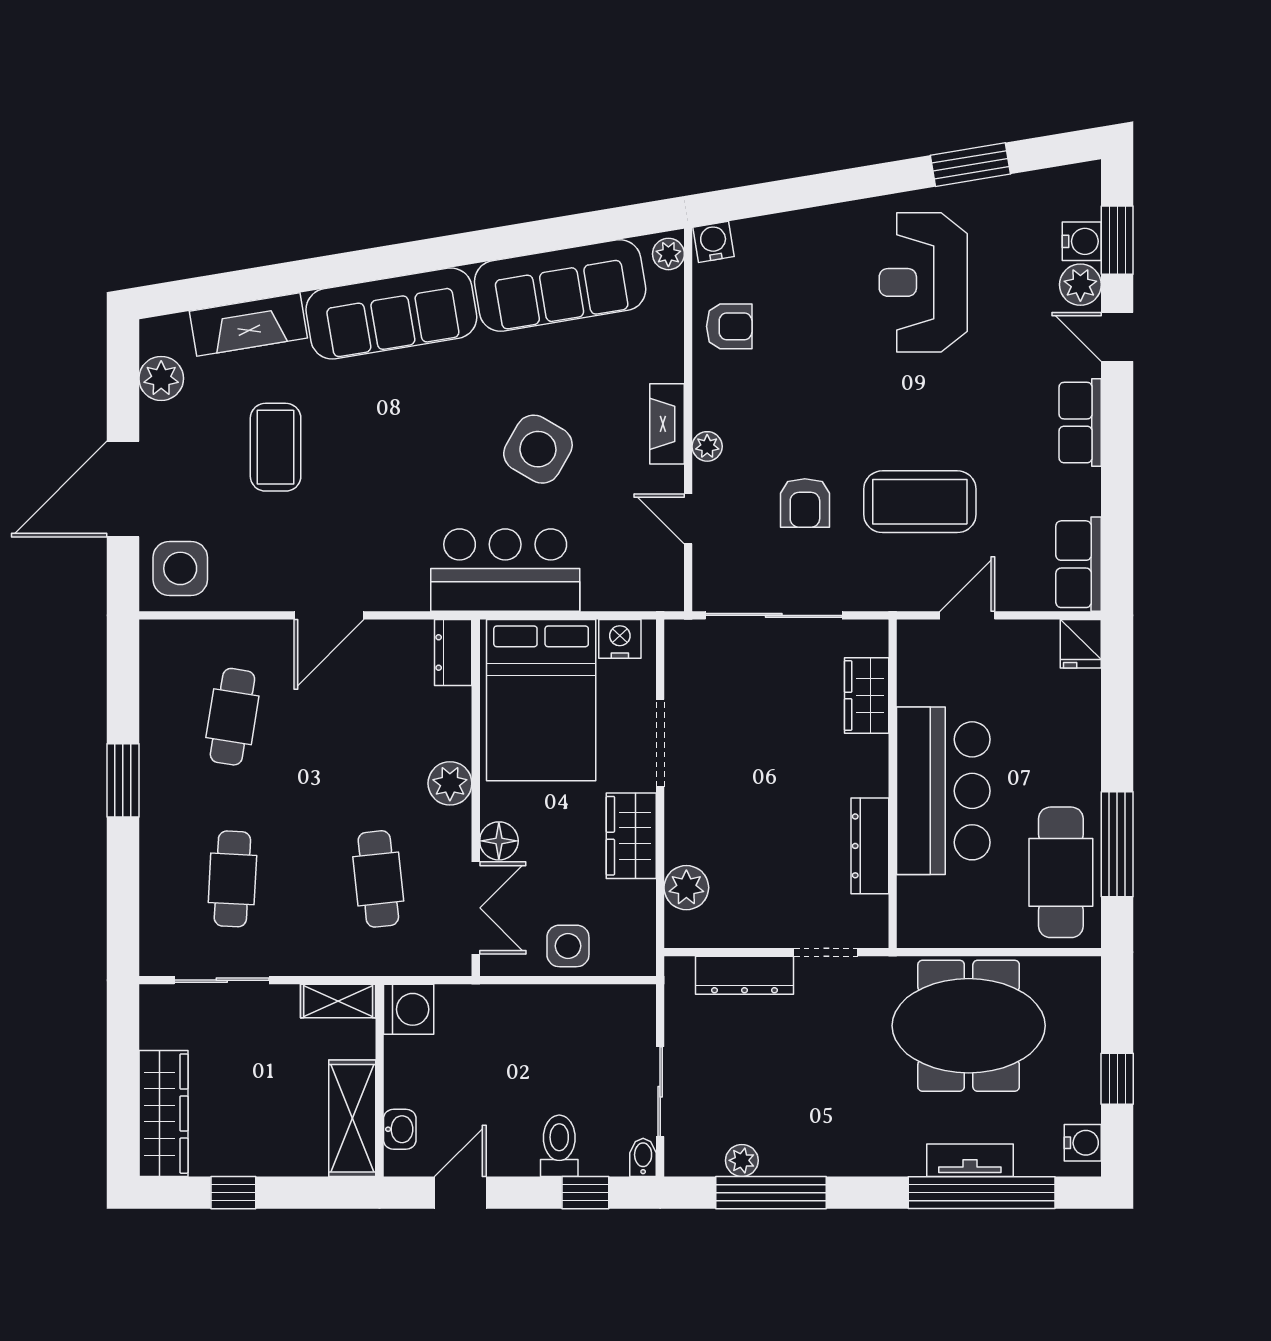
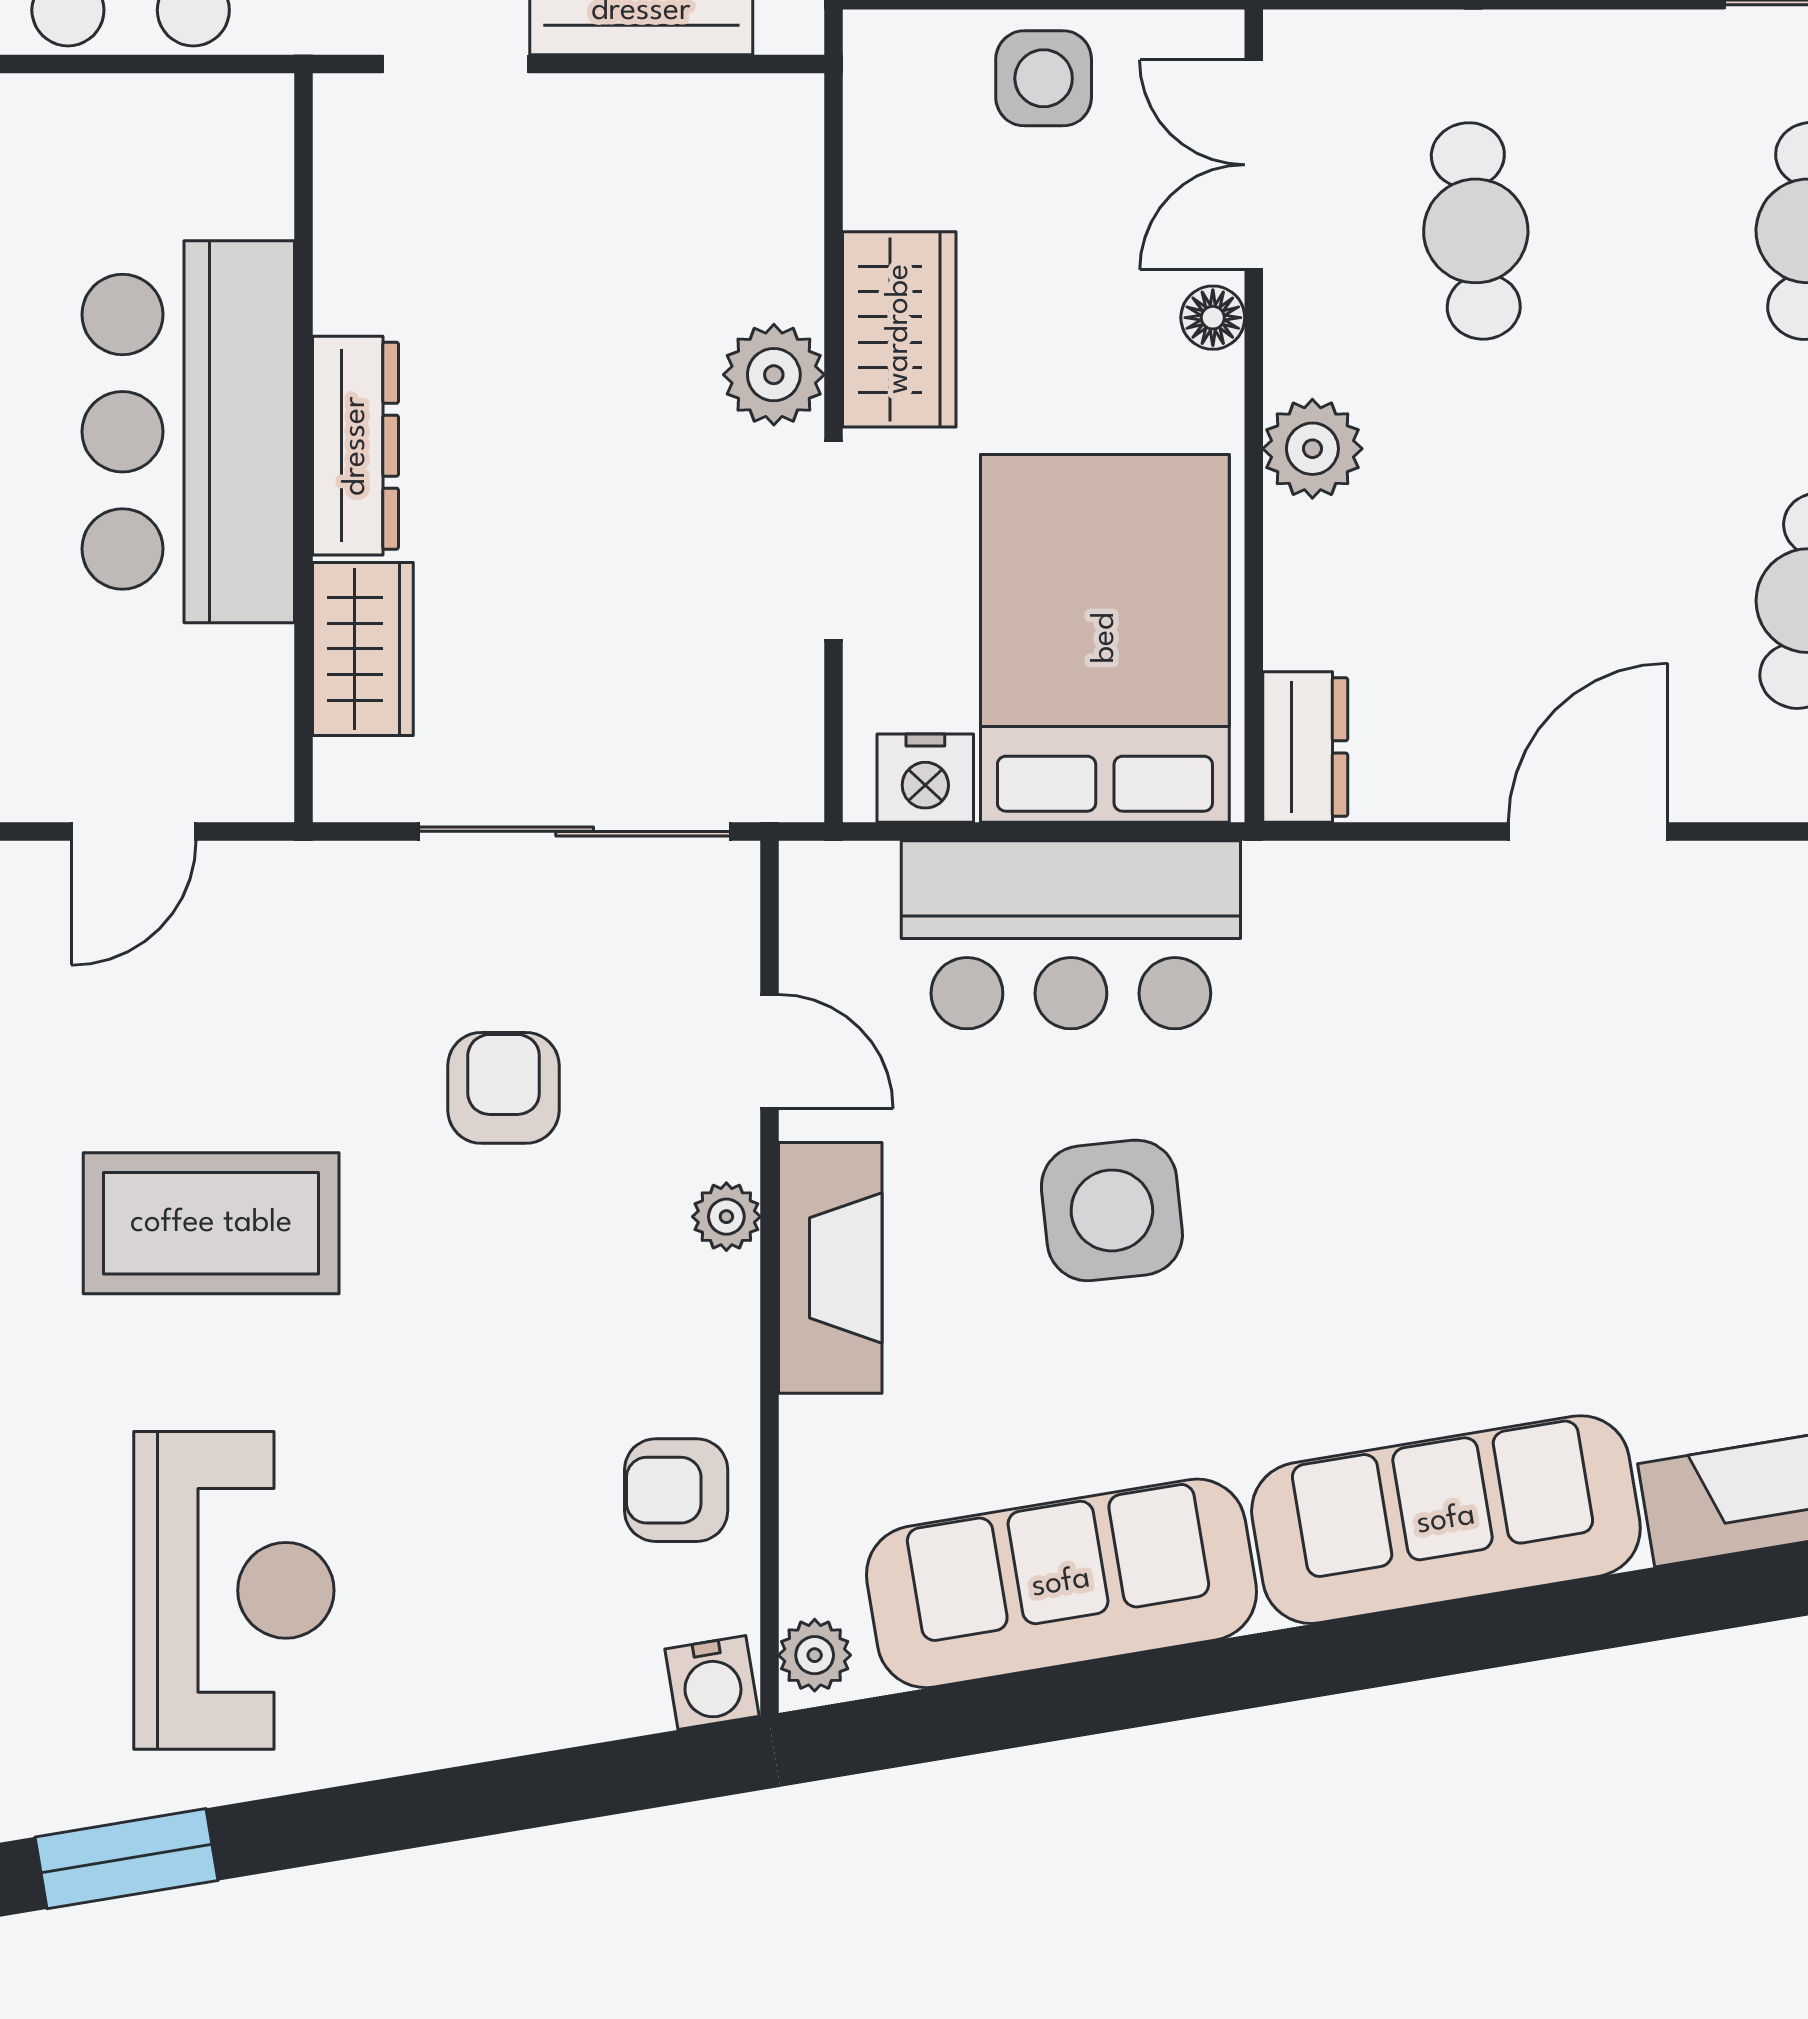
fireplace: (667, 424) -> (830, 1268), width x1.37, depth x1.32
coffee table: (276, 447) -> (1710, 1215), removed
side table: (538, 449) -> (1112, 1210), turned -36
coffee table: (920, 502) -> (211, 1223), moved
bar counter: (505, 570) -> (1071, 935), moved
floor lamp: (499, 841) -> (1213, 318), width x0.73, depth x0.73
dresser: (870, 846) -> (356, 446), moved
plant: (686, 888) -> (774, 375), moved

